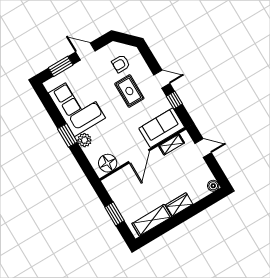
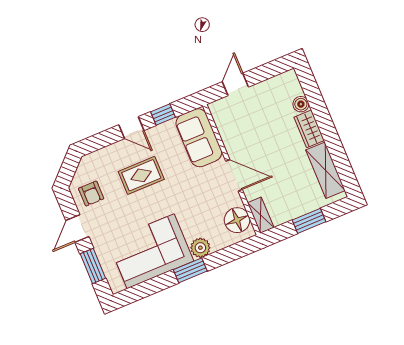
armchair: (121, 64) -> (91, 194), moved
door: (162, 79) -> (131, 128), swing flipped
shelving: (172, 145) -> (261, 215), moved
boiler: (213, 186) -> (301, 104), moved

